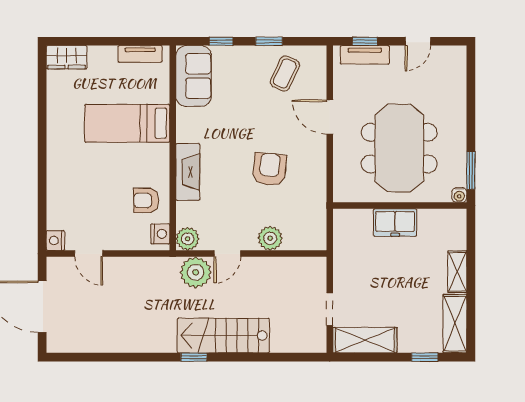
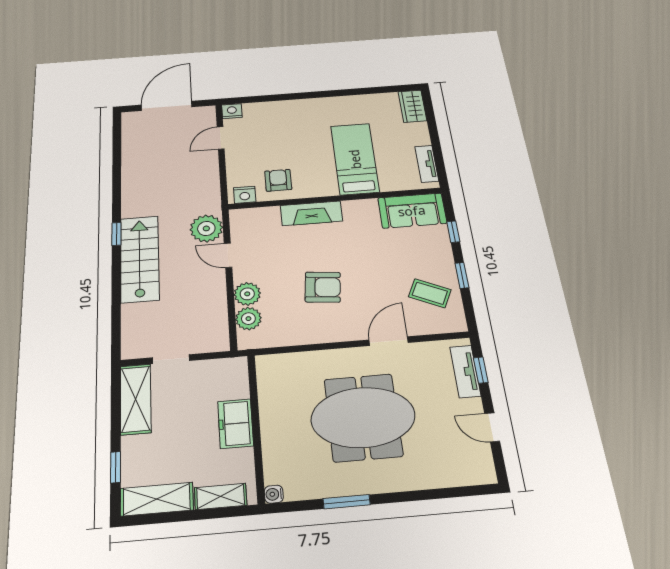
water cooler: (459, 195) -> (274, 494), moved
wall: (400, 205) -> (256, 427), moved
freezer: (395, 223) -> (235, 424), moved
plant: (188, 239) -> (248, 319), moved

